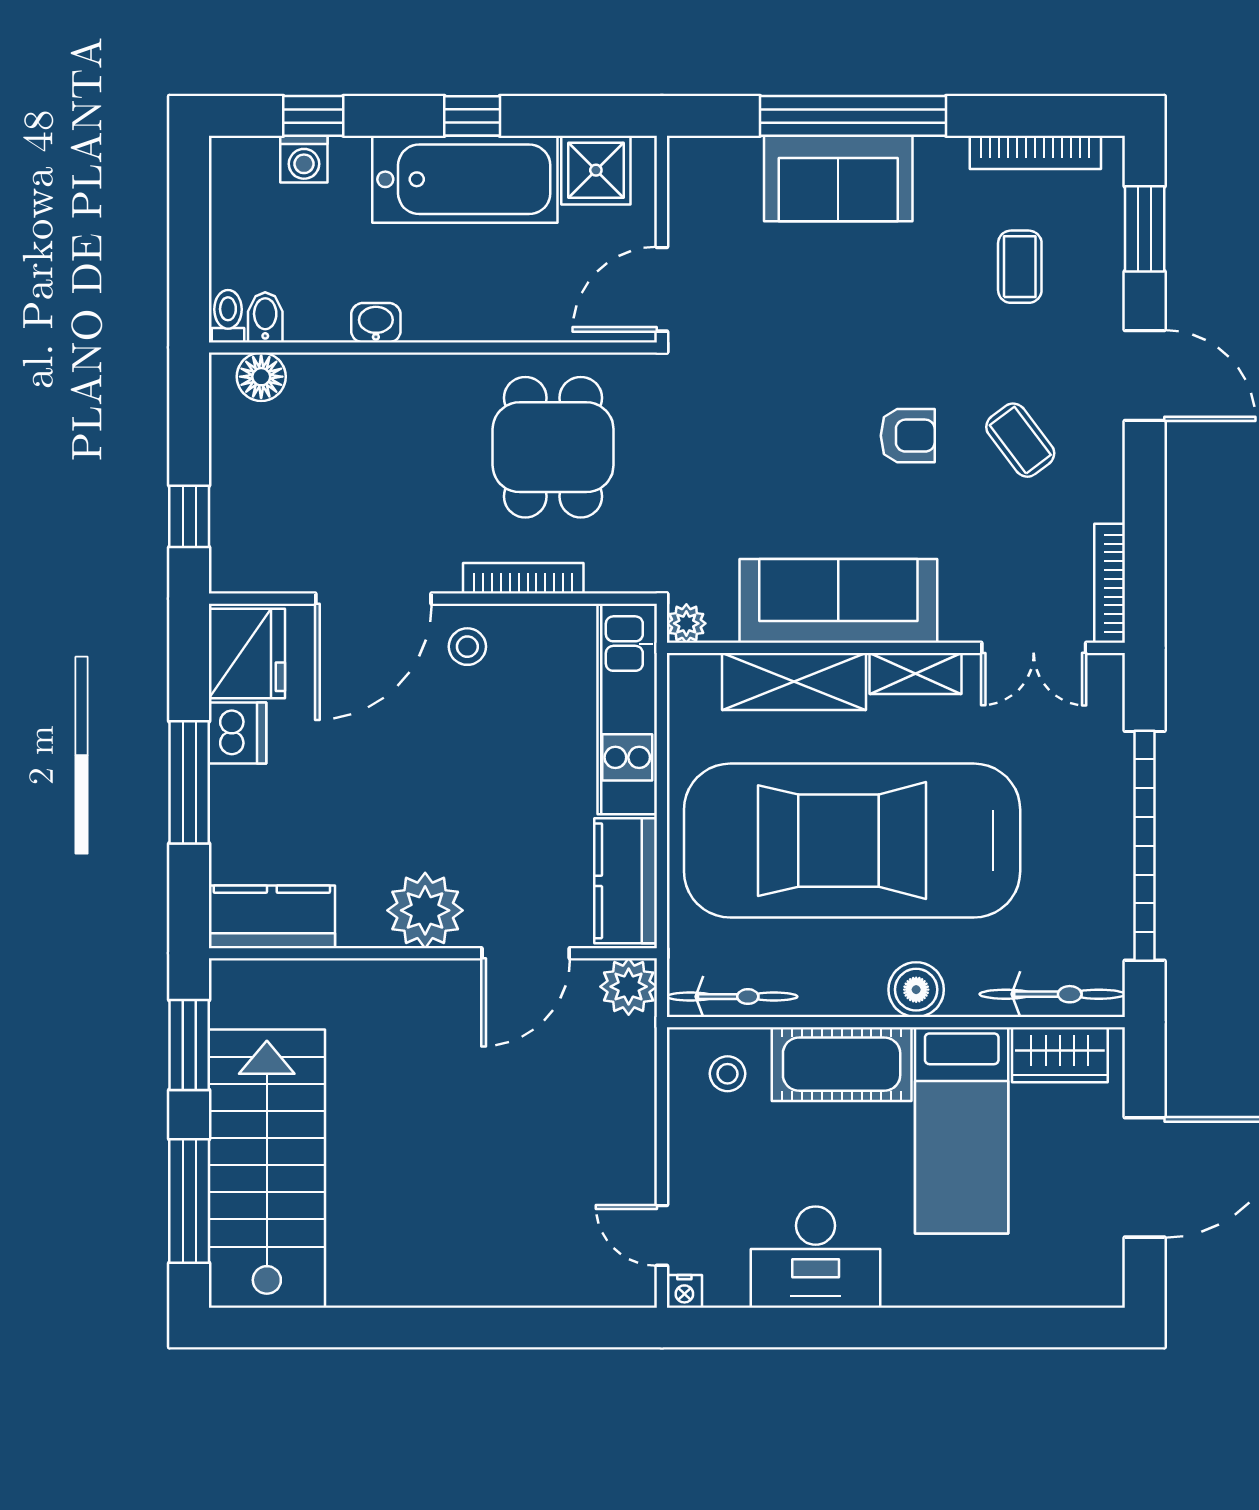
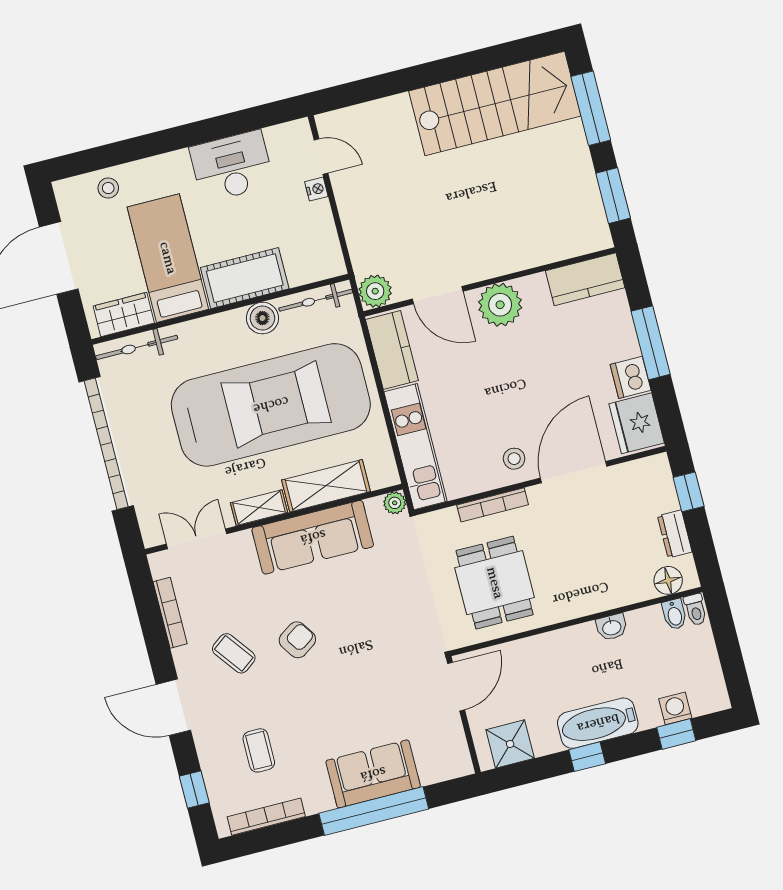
bathtub: (465, 179) -> (598, 723), width x0.73, depth x0.73
window: (1145, 229) -> (194, 790), width x0.67
armchair: (908, 436) -> (297, 640), turned 146
dresser: (230, 452) -> (675, 534), added
bookcase: (1110, 583) -> (170, 613), moved
door: (526, 953) -> (438, 295), swing flipped
boiler: (916, 990) -> (262, 318), moved
stool: (727, 1074) -> (108, 188), moved
stairs: (267, 1169) -> (495, 104), moved, turned -90
nightstand: (684, 1291) -> (316, 189), moved, turned 90

